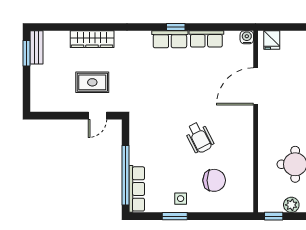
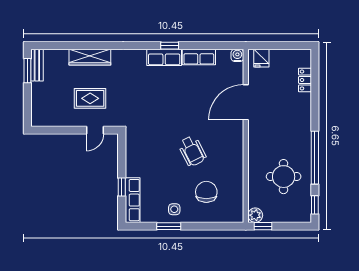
window: (126, 175) -> (122, 187), width x0.32
chair: (214, 180) -> (206, 192), turned -90
plant: (291, 205) -> (255, 215), moved

